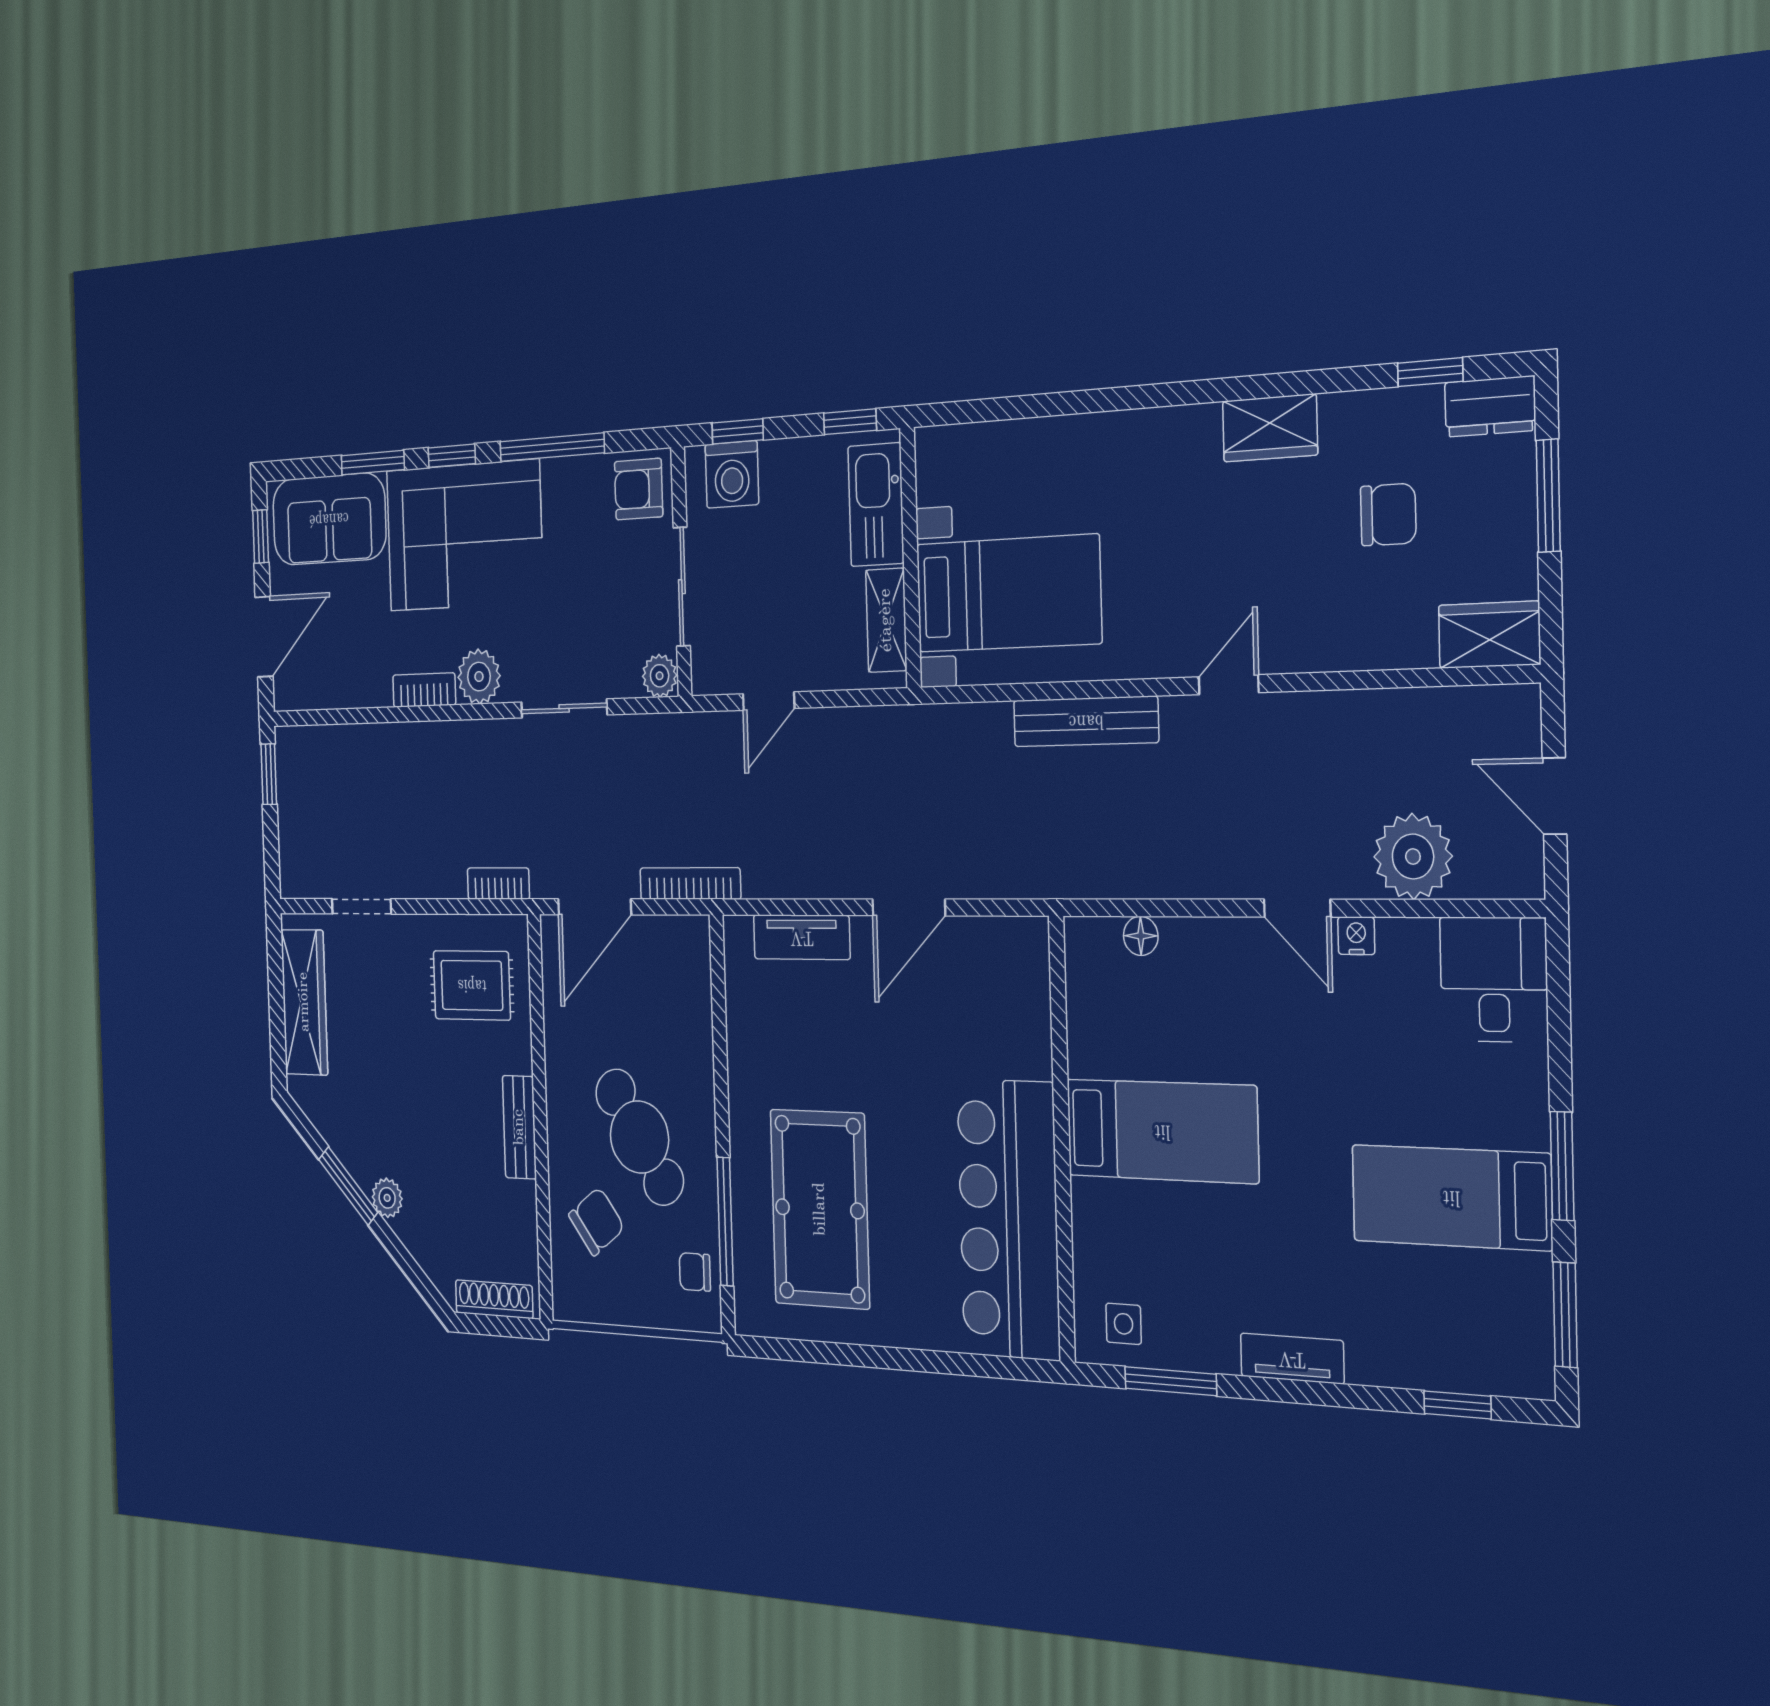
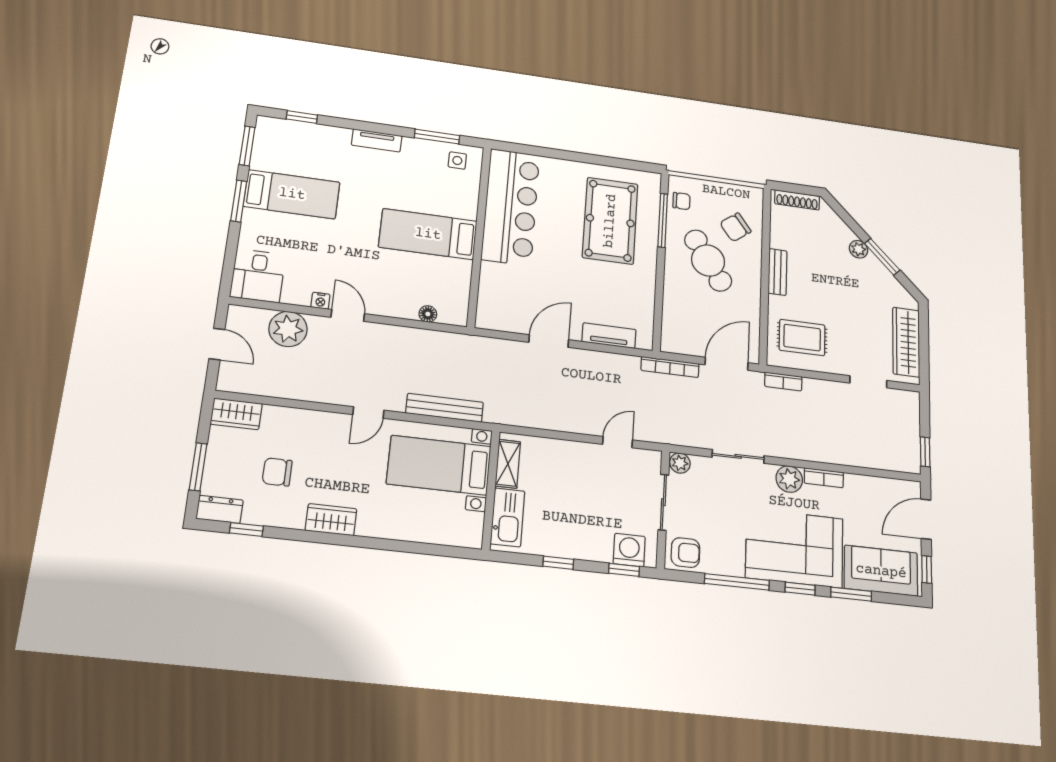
kitchen sink: (876, 505) -> (508, 517), moved
wall: (911, 558) -> (491, 490), moved
bed with nightstands: (1008, 594) -> (439, 465), moved
shelving: (886, 620) -> (508, 464), moved

